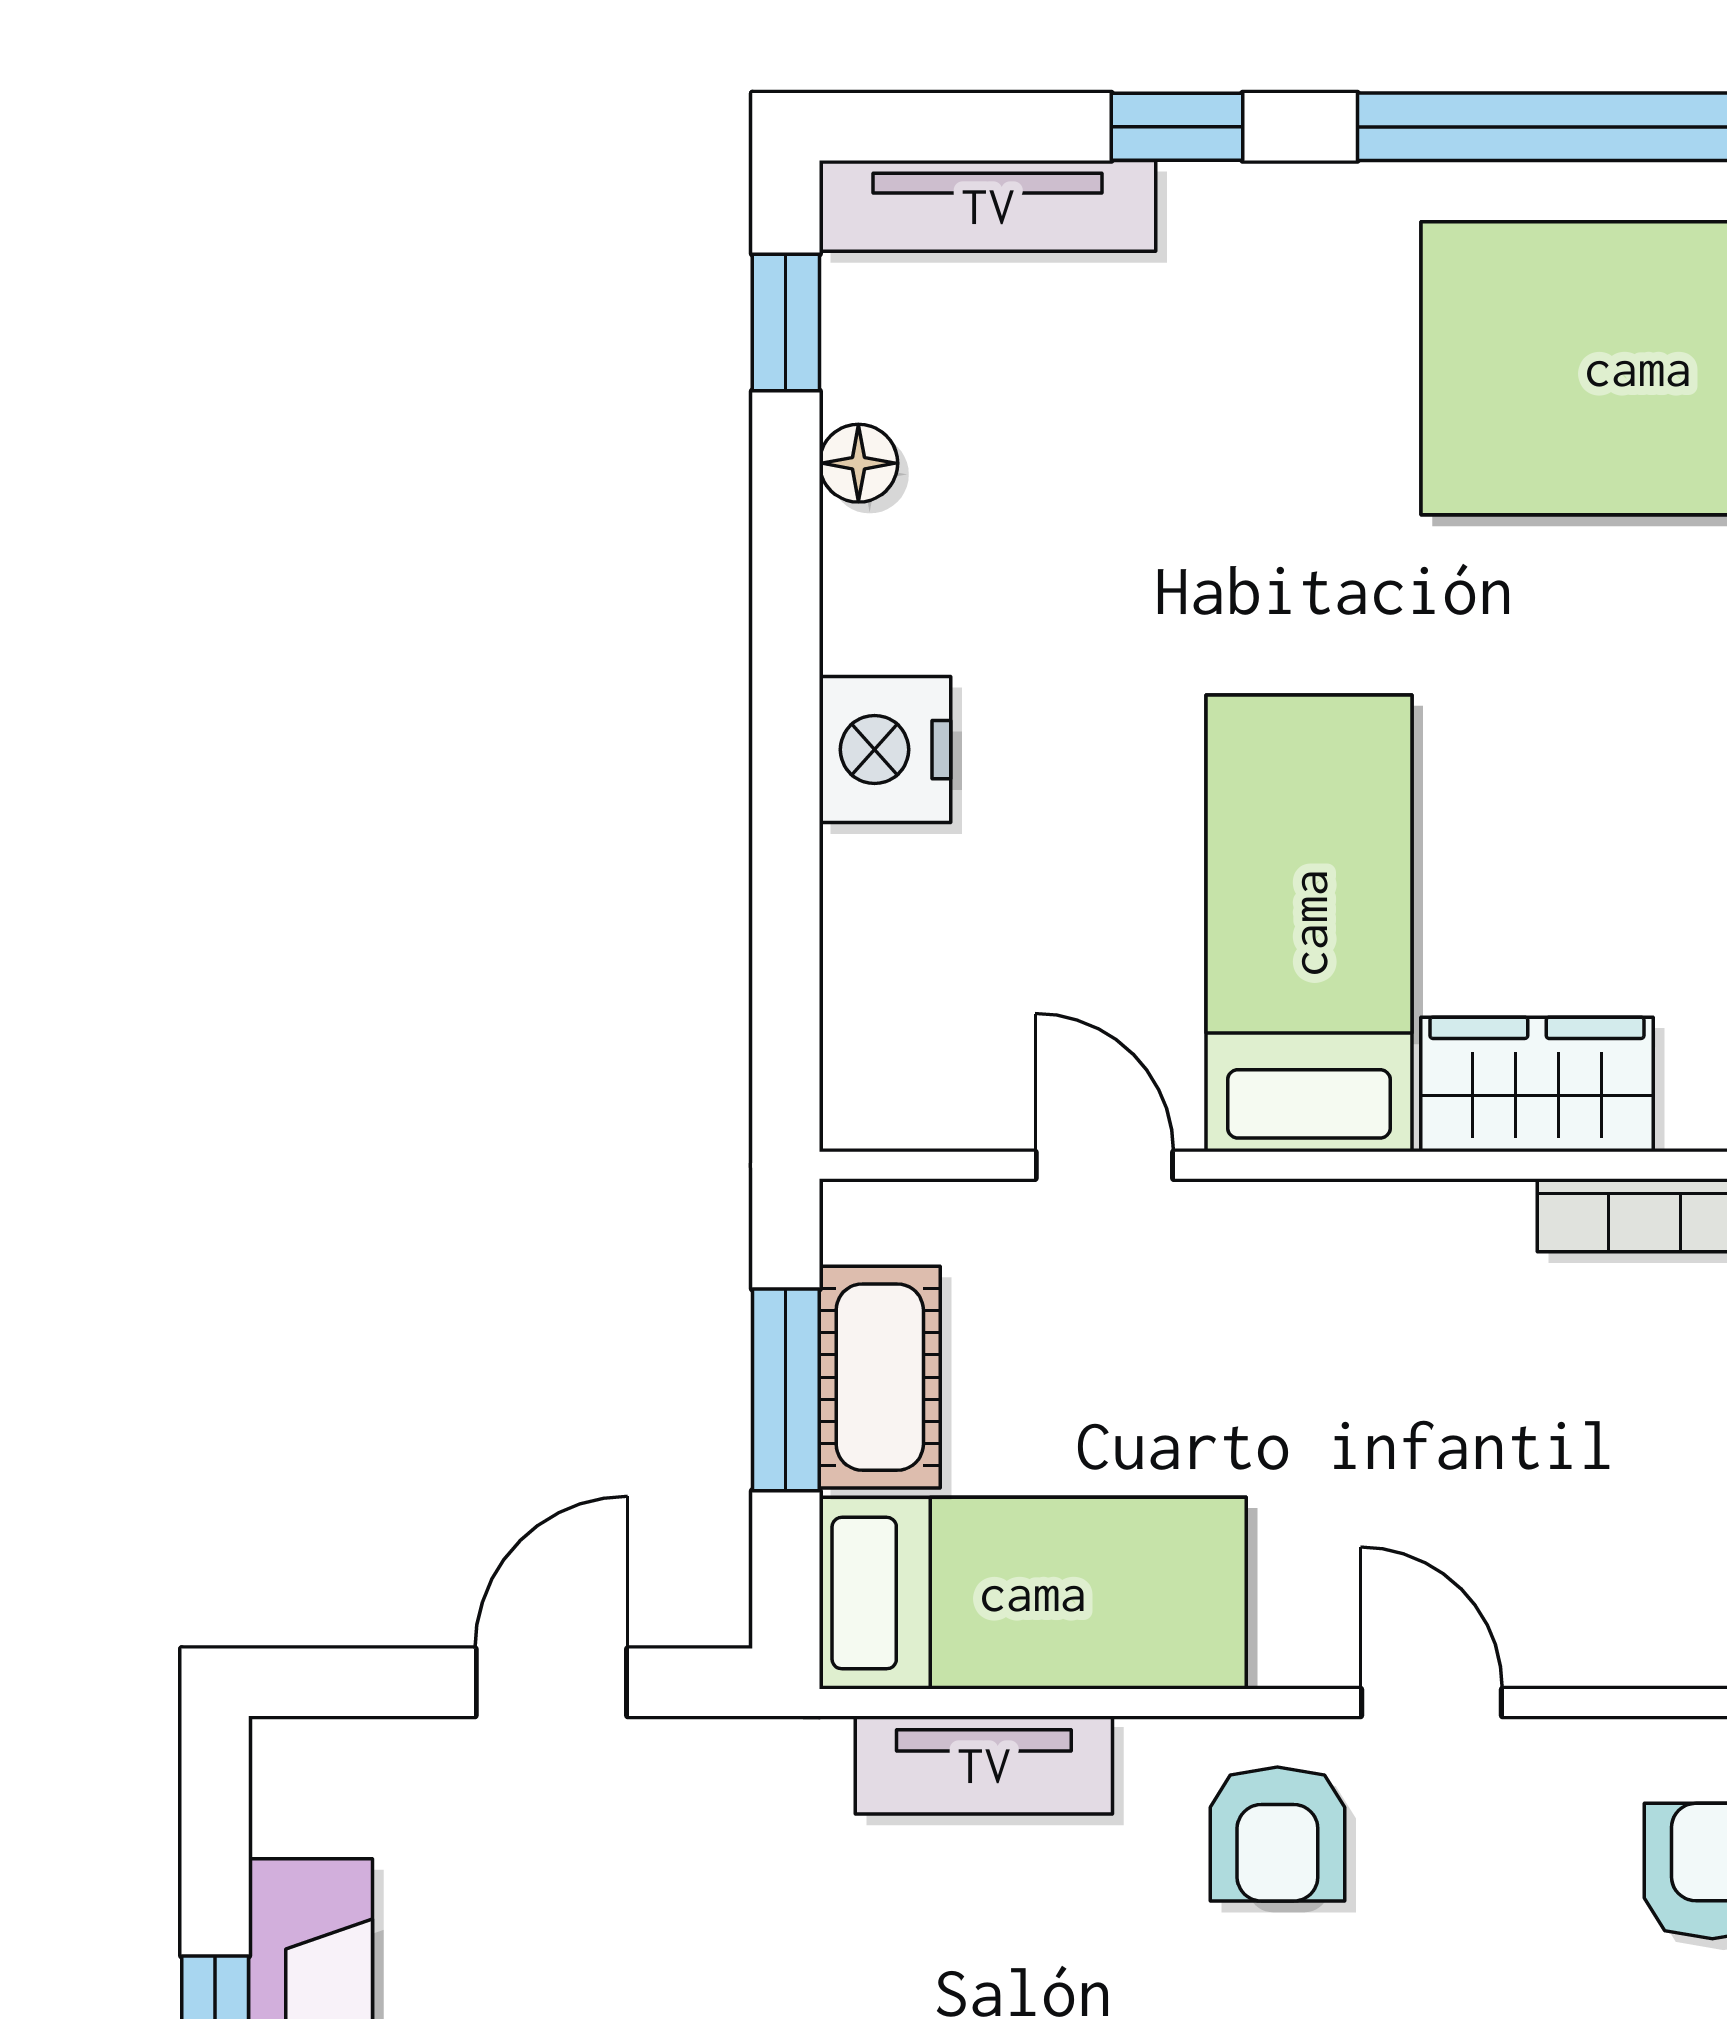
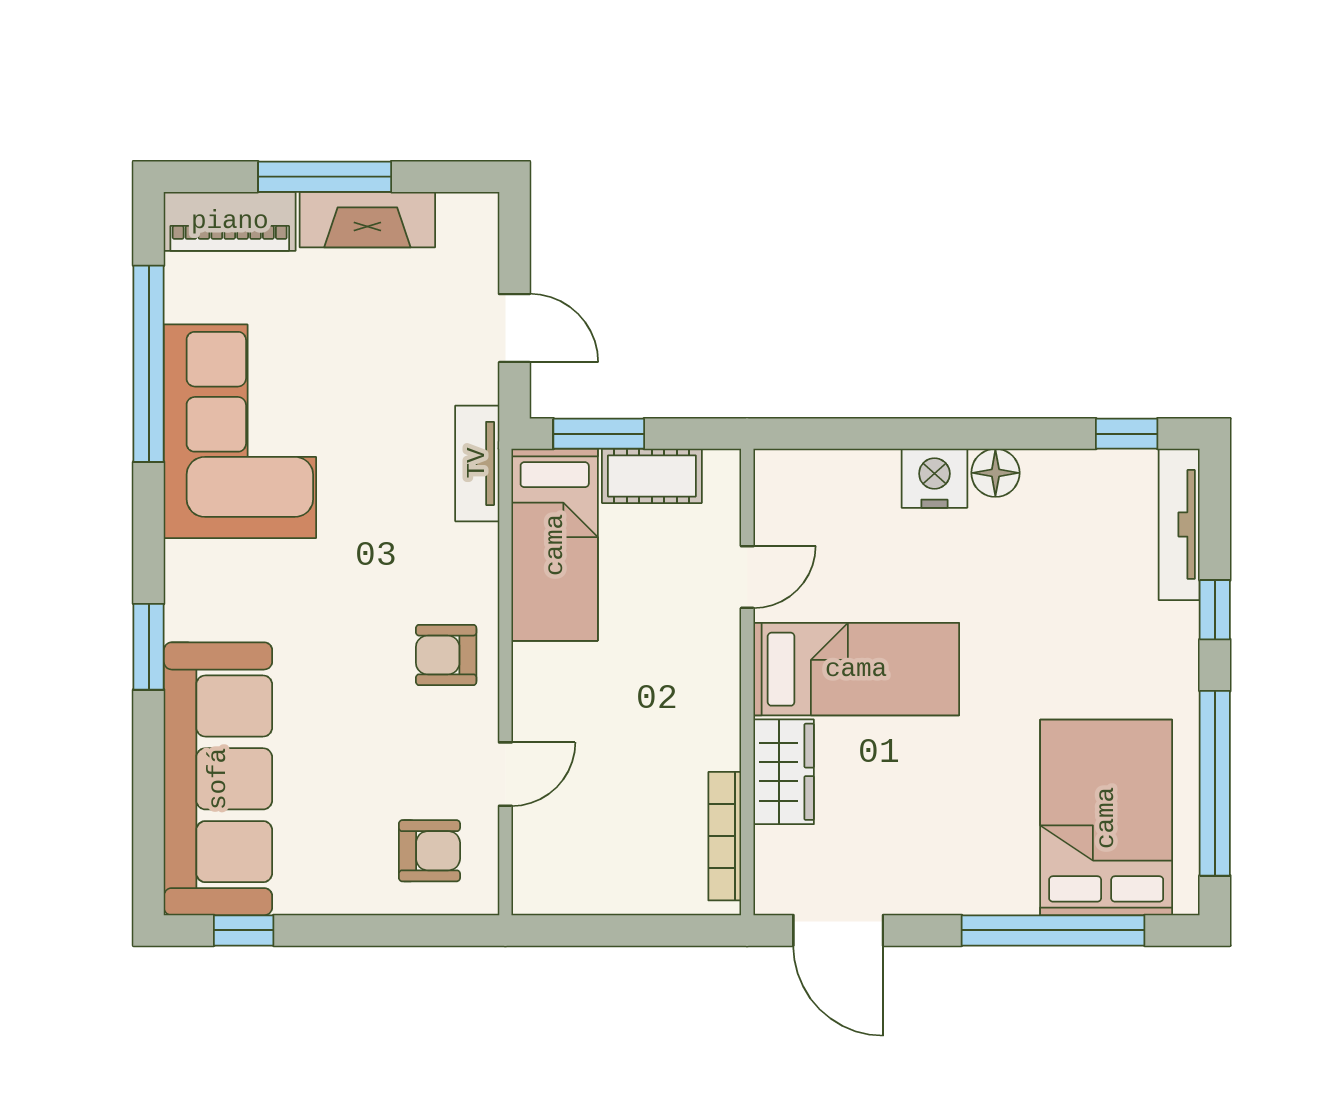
floor lamp: (858, 463) -> (995, 473), moved, width x1.37, depth x1.37
window: (786, 1390) -> (599, 434), moved
door: (1432, 1702) -> (505, 774), moved
tv unit: (984, 1765) -> (477, 463), moved

